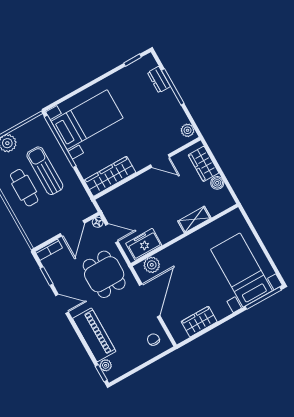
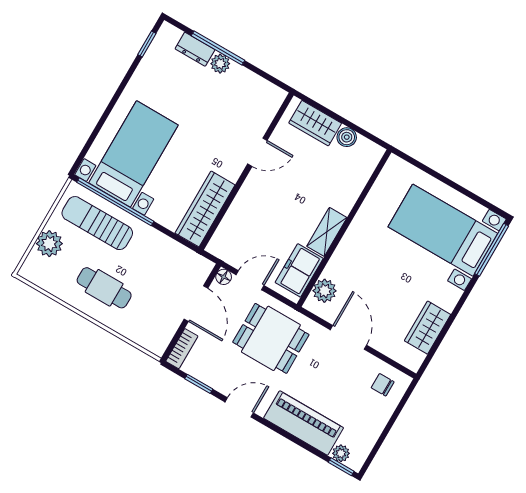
plant: (188, 130) -> (220, 64), moved
sun lounger: (45, 171) -> (97, 223), moved
shelving: (194, 219) -> (327, 232), moved
door: (150, 300) -> (349, 337), width x0.73

